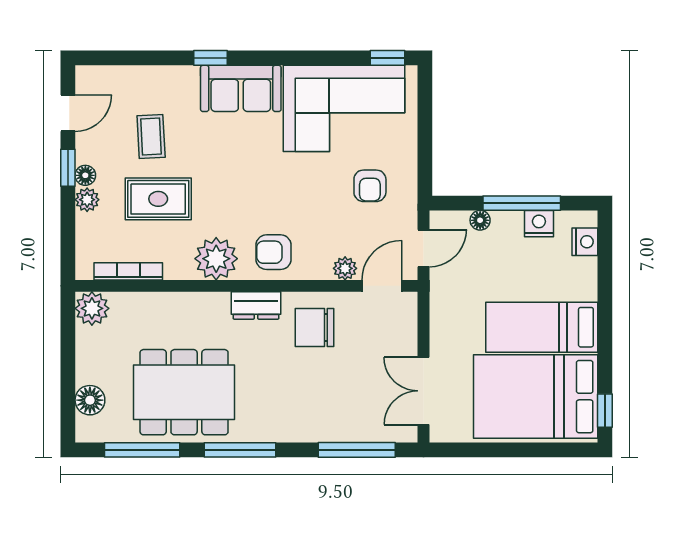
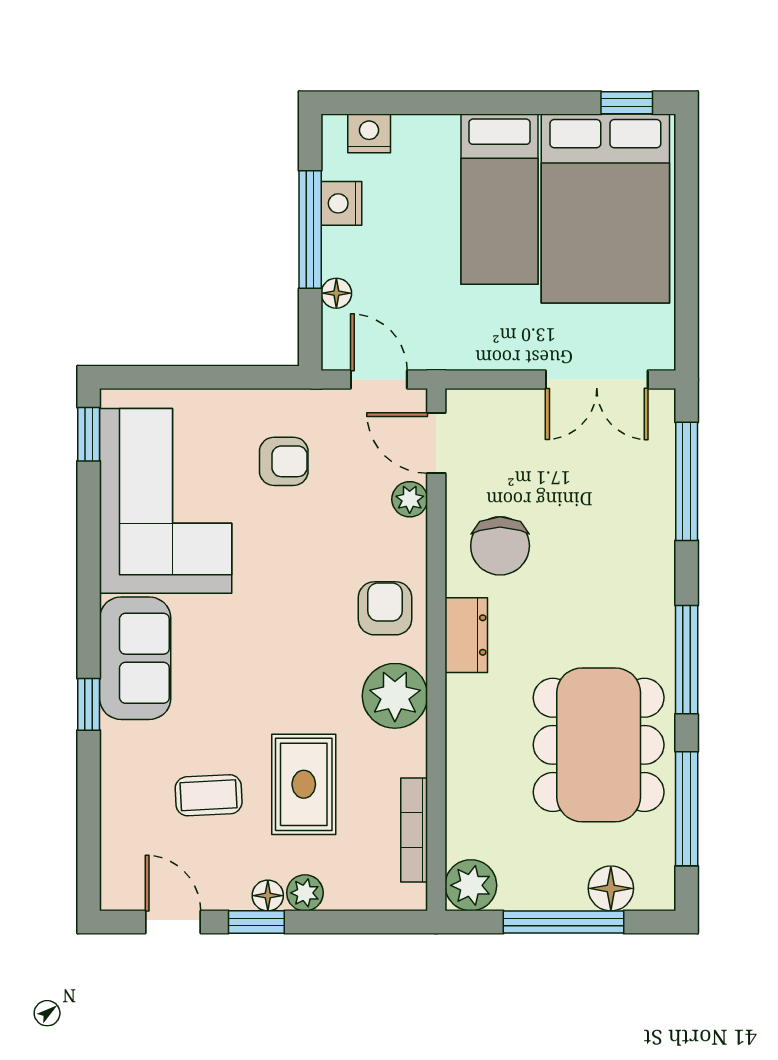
armchair: (274, 252) -> (385, 608), turned 180
window: (68, 369) -> (563, 922), added

